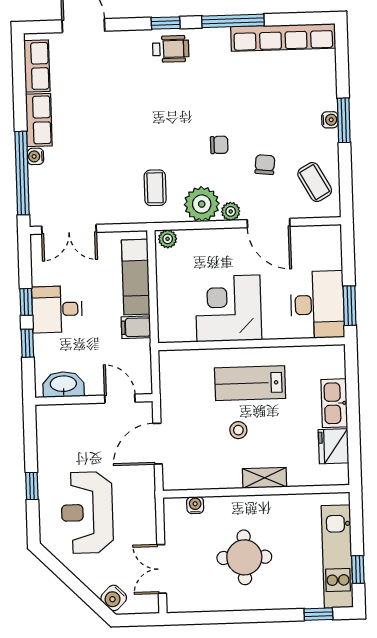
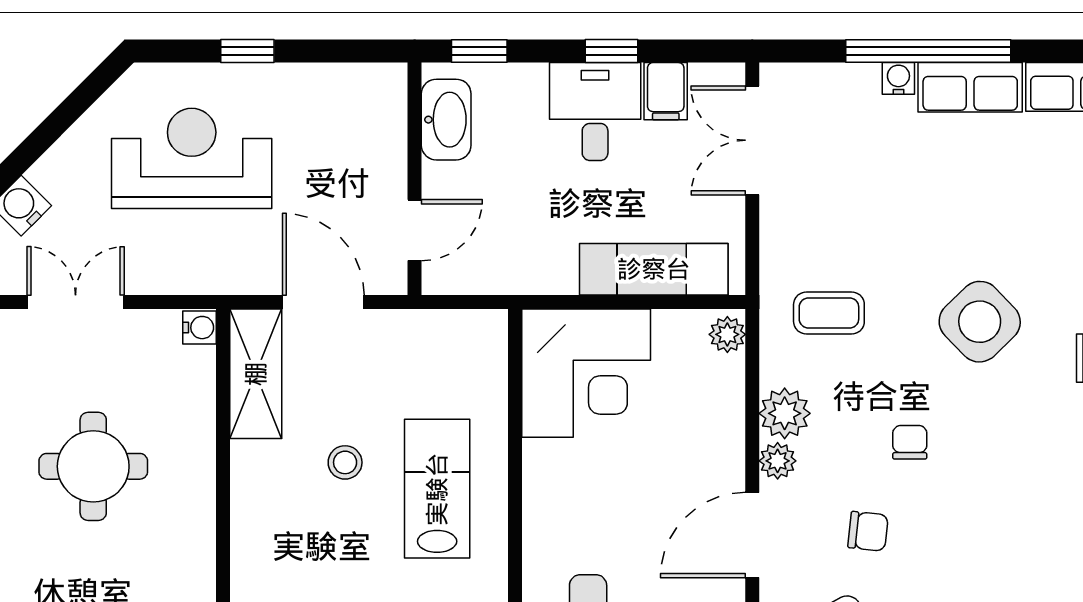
side table: (157, 111) -> (980, 322), added
chair: (219, 145) -> (910, 442), turned 180
window: (22, 173) -> (928, 51), moved
plant: (202, 204) -> (785, 413), width x0.73, depth x0.73
corner desk: (228, 308) -> (586, 373), moved, turned 90
filing cabinet: (136, 327) -> (666, 91), moved, turned 180
window: (27, 343) -> (479, 51), moved
shelving: (264, 478) -> (256, 374), moved, width x1.50, depth x1.33
water cooler: (195, 505) -> (200, 328), moved

